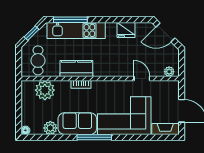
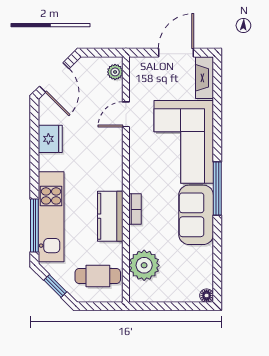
plant: (50, 128) -> (203, 257), removed

